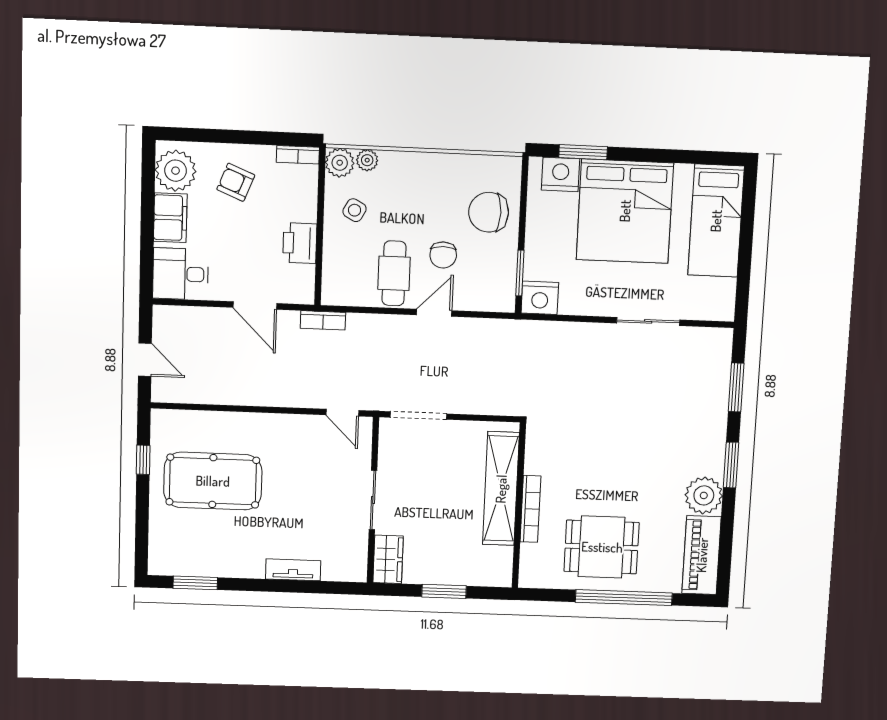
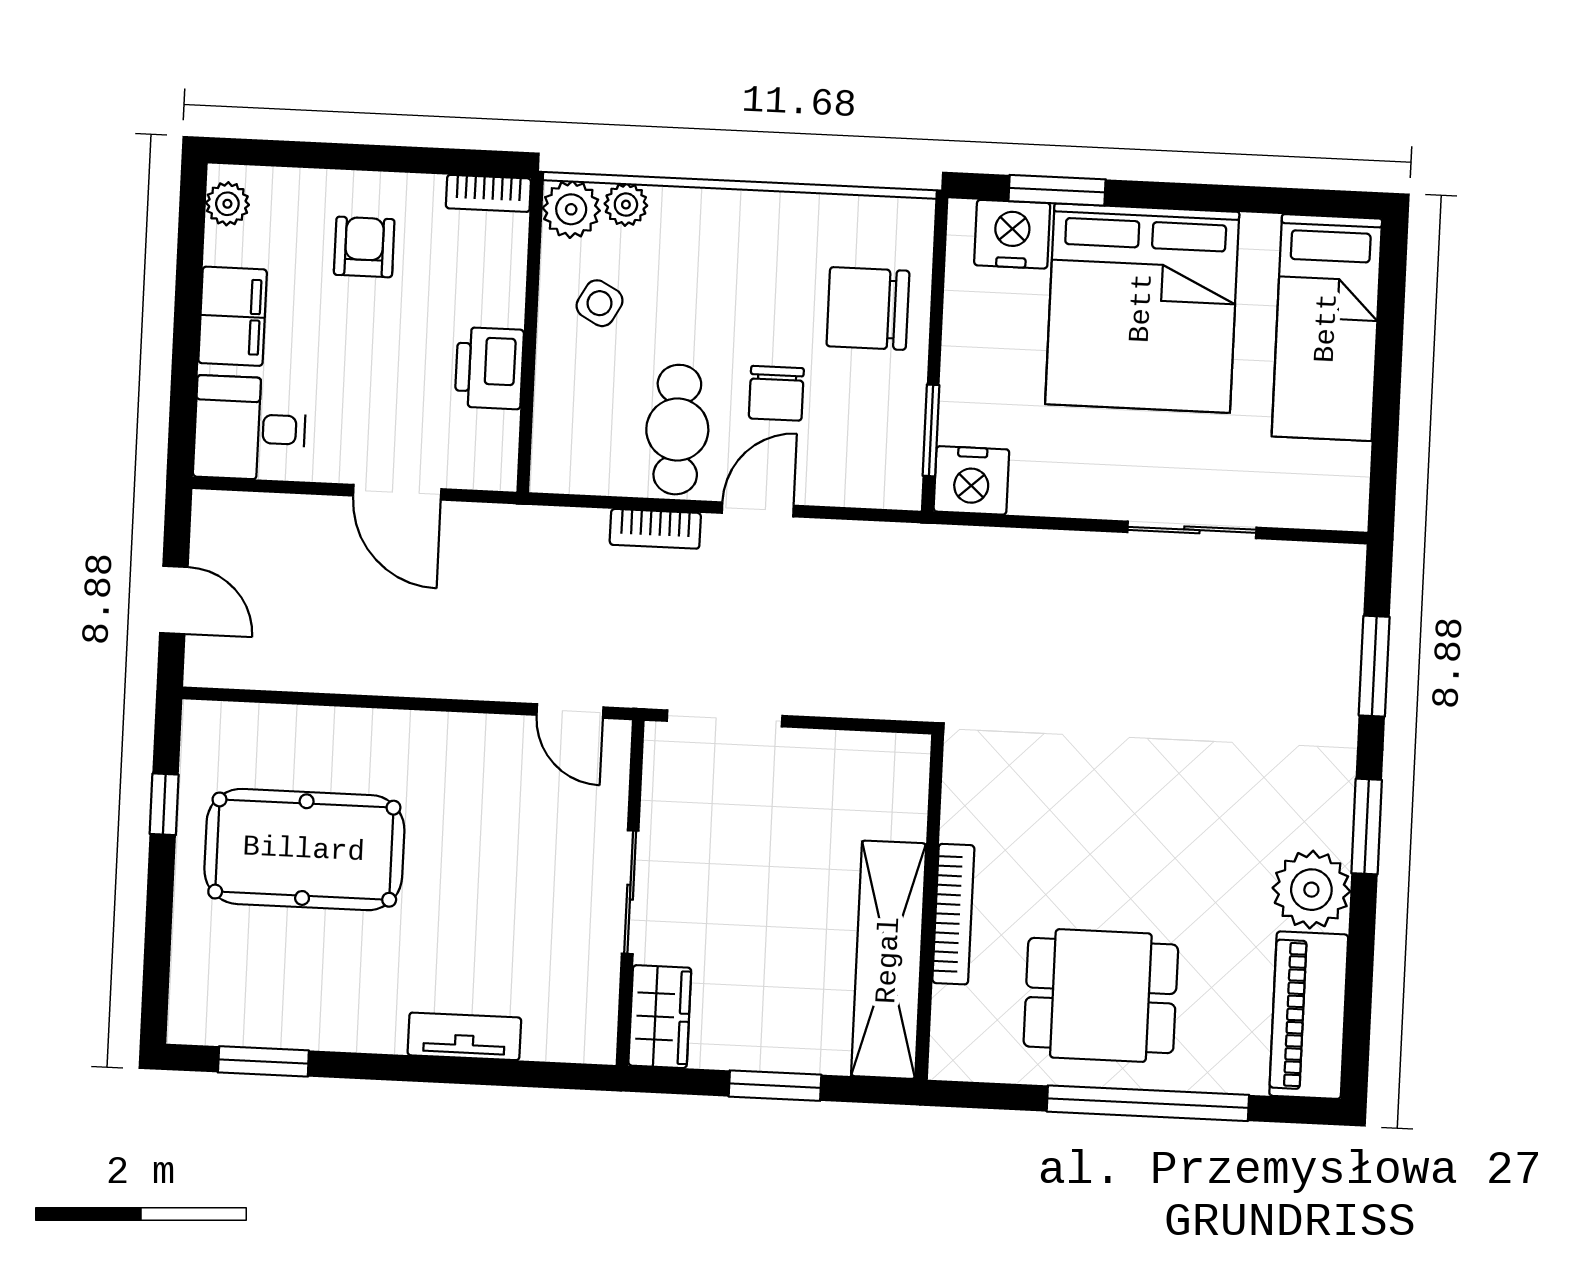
plant: (176, 171) -> (227, 204), width x0.53, depth x0.53
armchair: (236, 182) -> (364, 247), turned 68
bookcase: (323, 320) -> (655, 529), moved
shelving: (501, 489) -> (889, 960), moved

